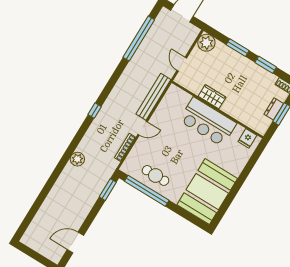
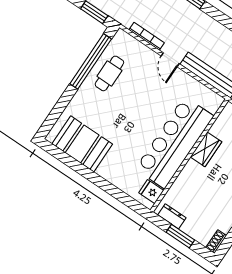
dresser: (274, 109) -> (172, 216), moved
bar counter: (208, 122) -> (174, 143), width x1.36
booth: (207, 192) -> (82, 144), width x0.73, depth x0.70

